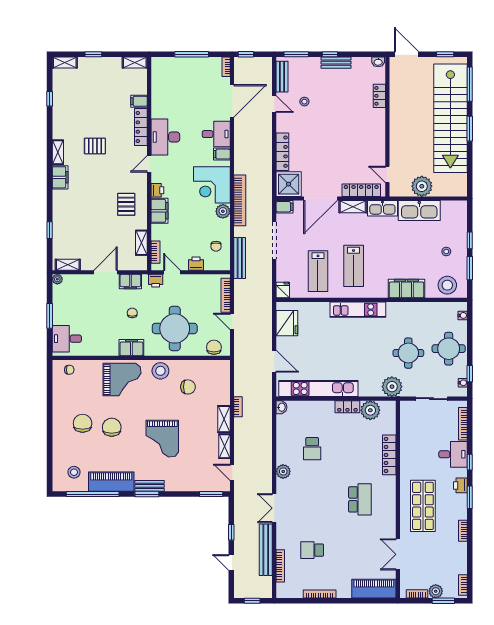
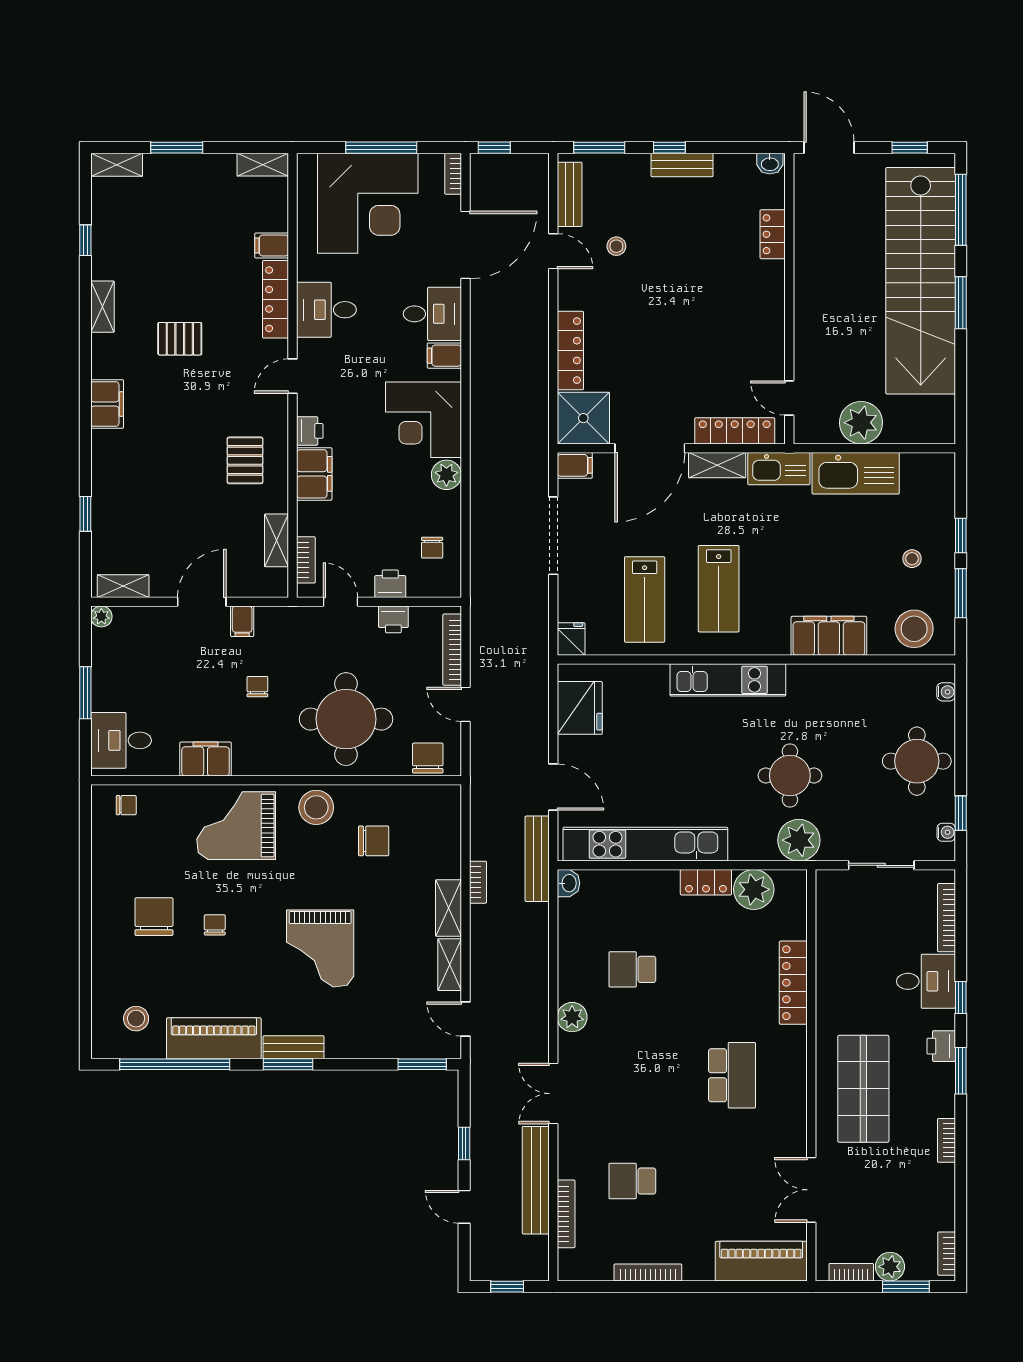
window: (93, 54) -> (177, 148), width x1.50
corner desk: (185, 81) -> (368, 203), added
desk: (165, 137) -> (326, 310), width x0.73
shelving: (58, 152) -> (102, 307), moved
bookcase: (240, 200) -> (482, 452), removed
bench: (240, 258) -> (537, 859), moved
printer: (156, 281) -> (393, 619), moved
filing cabinet: (130, 282) -> (242, 621), width x0.50
filing cabinet: (131, 348) -> (206, 759), moved
round table: (408, 353) -> (790, 775), moved
grand piano: (122, 380) -> (236, 826), turned 180
chair: (112, 427) -> (215, 925), width x0.54, depth x0.54
school desk: (312, 449) -> (632, 969), turned 90

